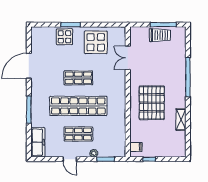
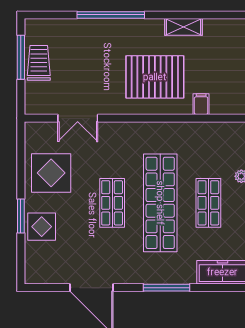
filing cabinet: (136, 147) -> (201, 104), moved

